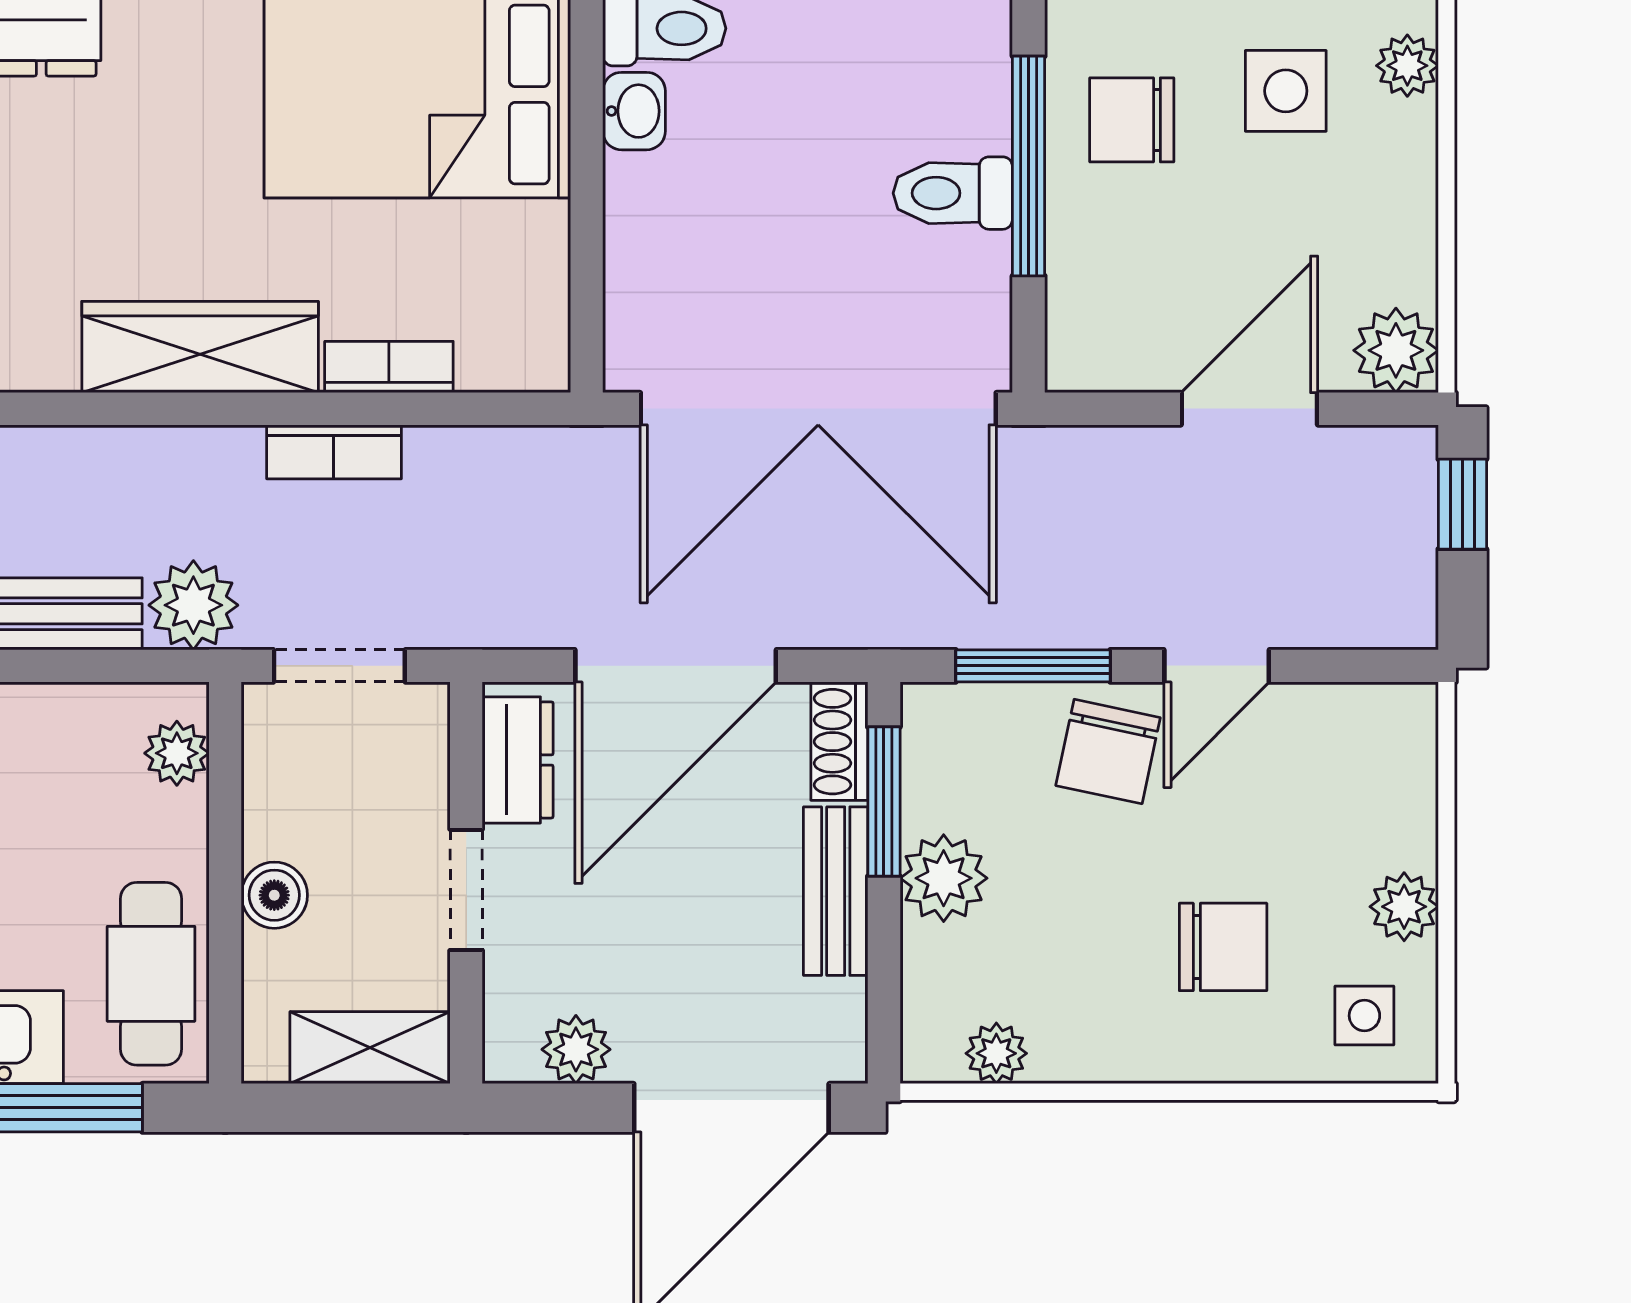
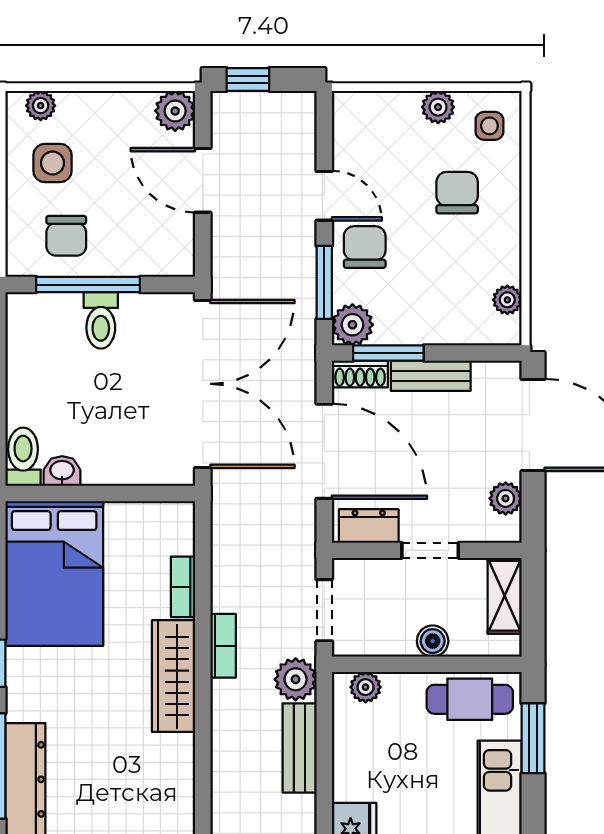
bookcase: (334, 452) -> (223, 646), moved
chair: (1108, 752) -> (365, 247), turned -102
plant: (944, 878) -> (352, 325), moved

